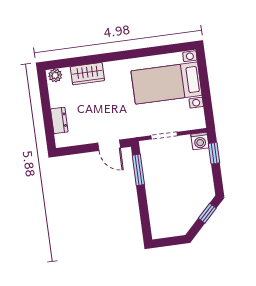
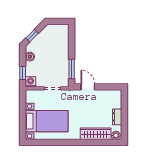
wardrobe: (87, 74) -> (96, 134), width x1.50
dresser: (59, 120) -> (117, 117), moved
boiler: (206, 180) -> (30, 57), added

